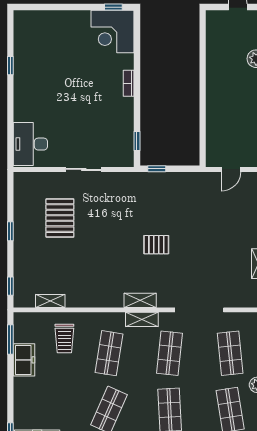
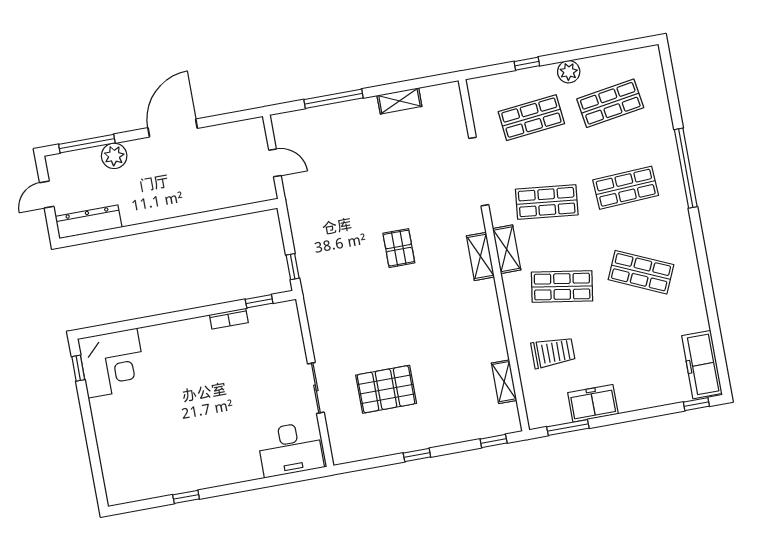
dresser: (214, 33) -> (89, 222), added
bookcase: (129, 83) -> (229, 319), moved
sliding door: (84, 169) -> (316, 388), moved

